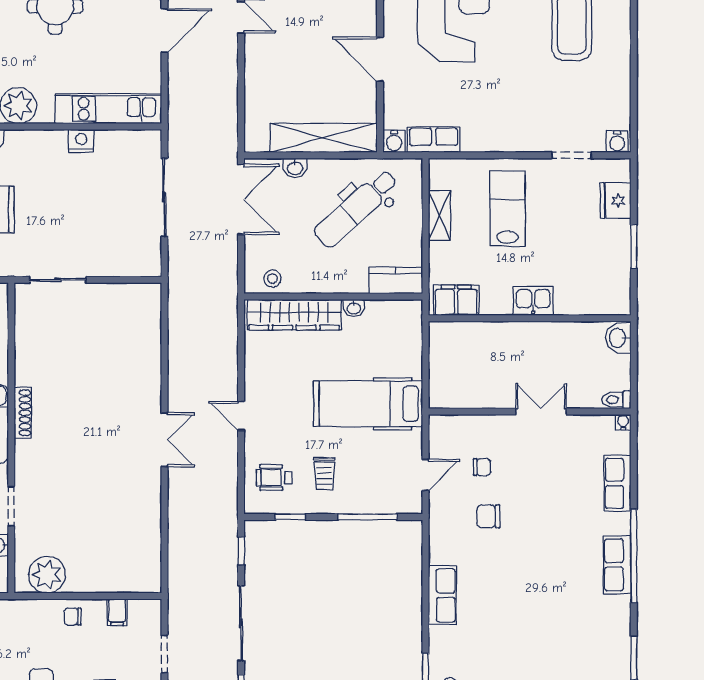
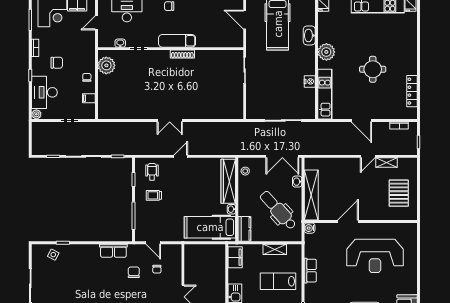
row of seats: (434, 140) -> (310, 271), moved
lab bench: (508, 209) -> (278, 281), turned 180
hospital bed: (368, 404) -> (210, 227), moved, turned -90
row of seats: (442, 595) -> (113, 251), moved

